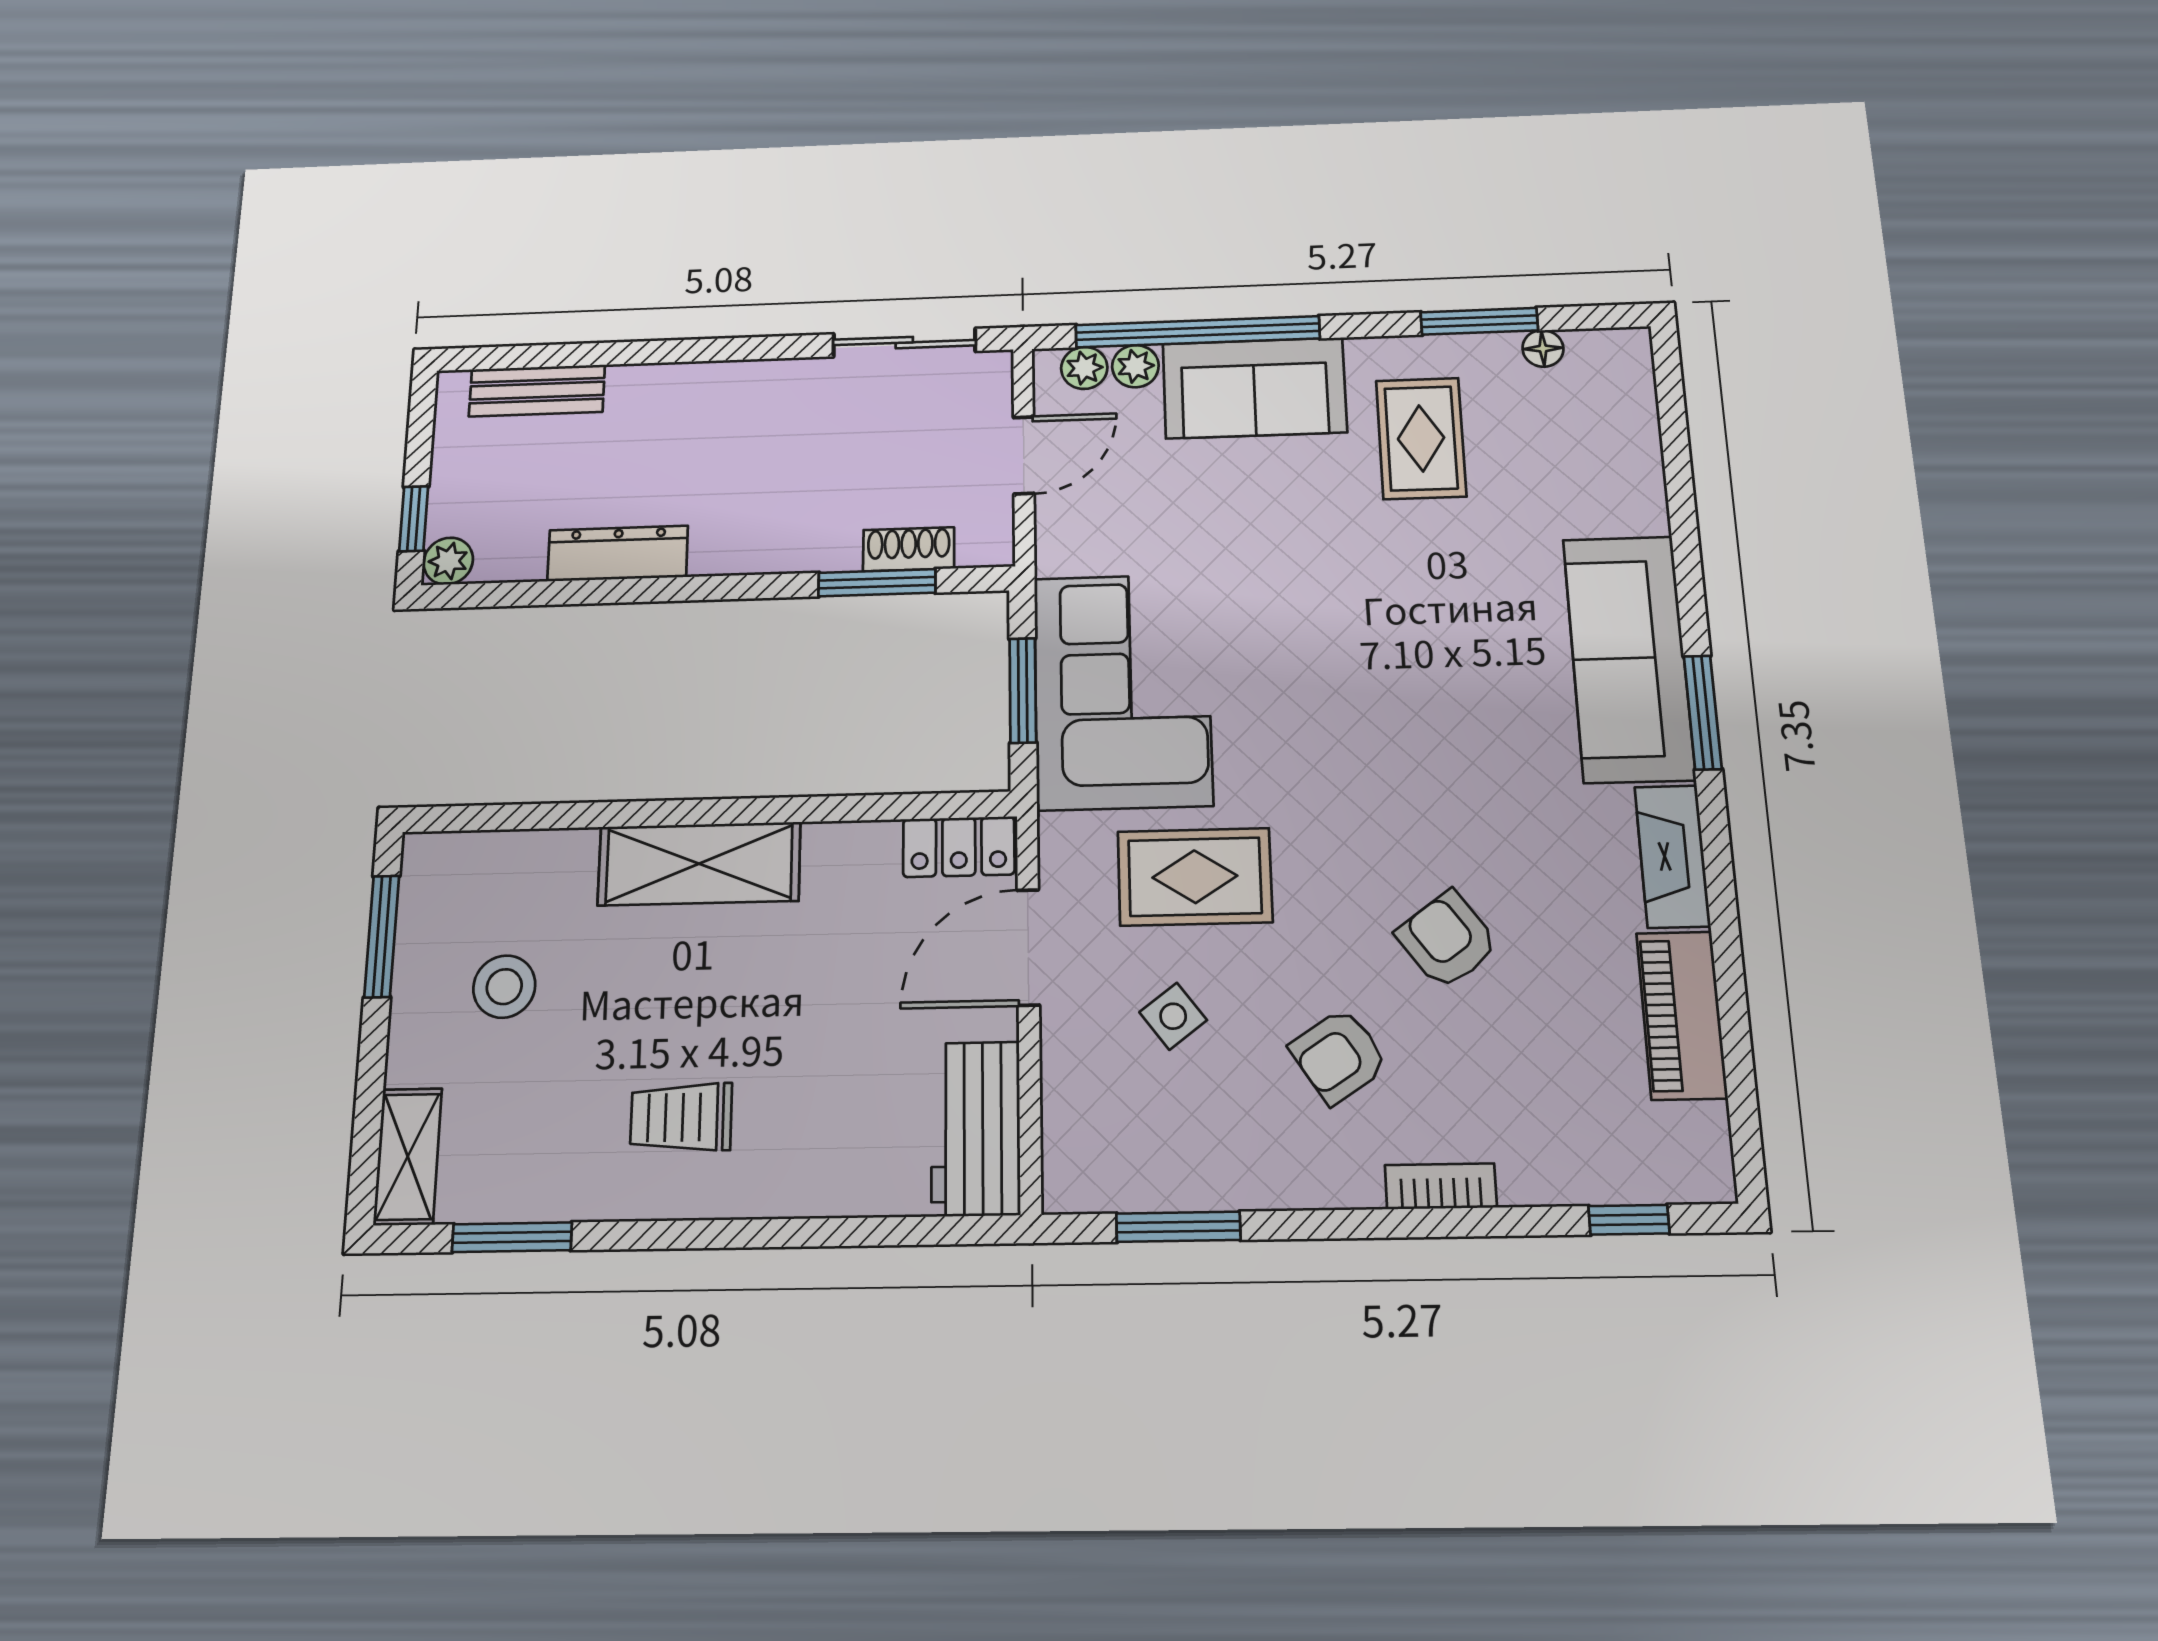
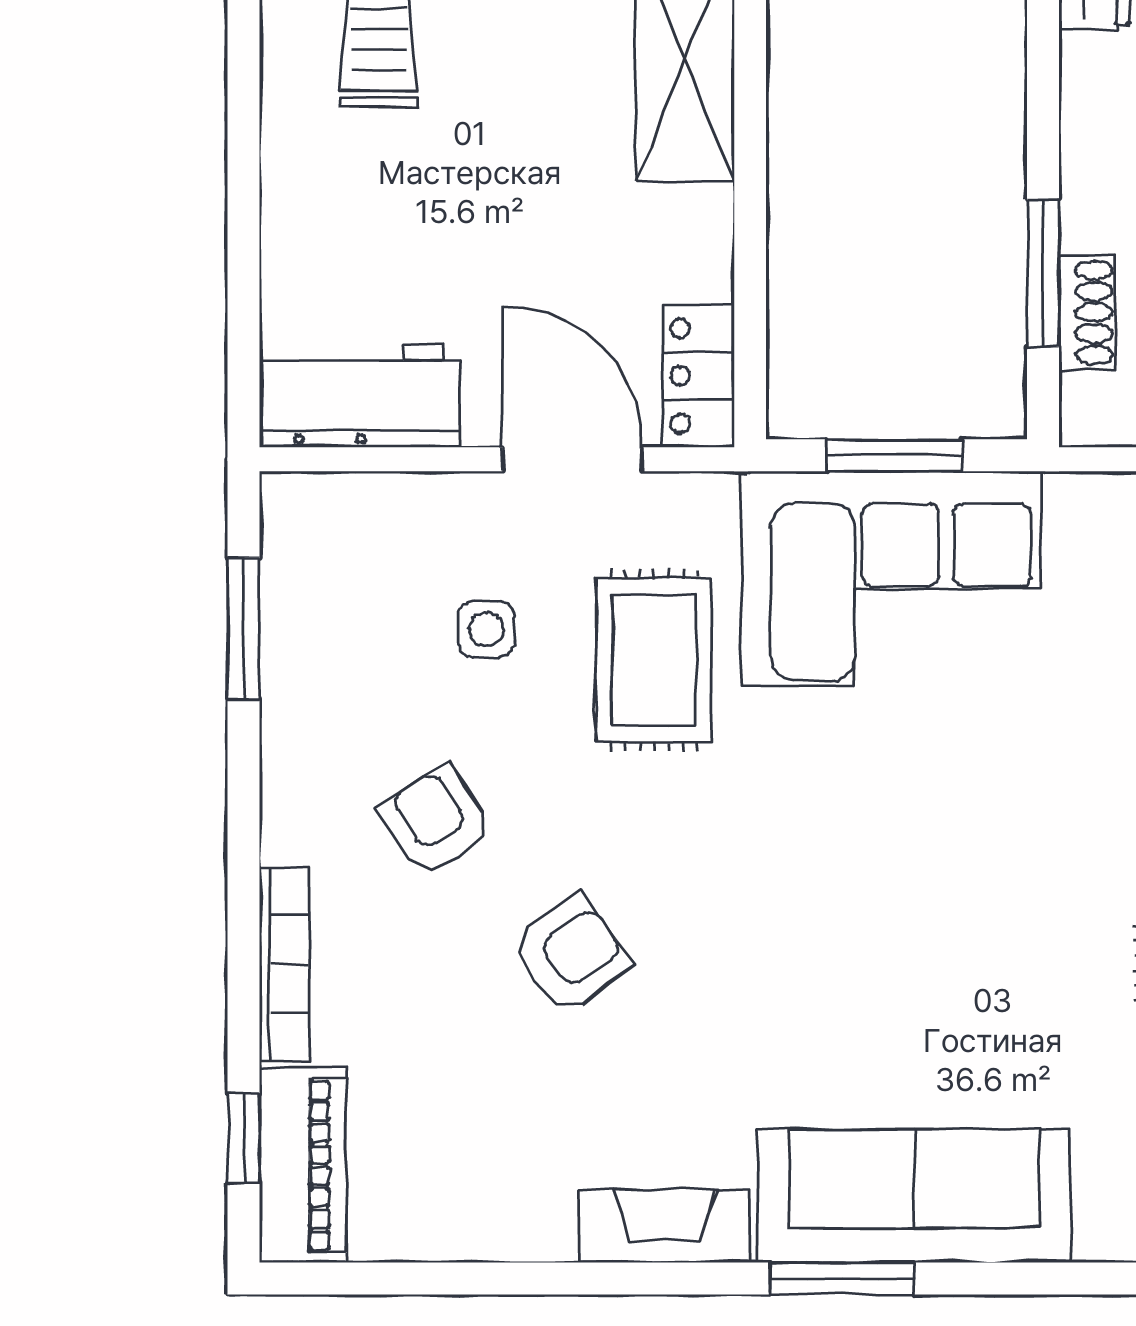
piano: (1682, 1015) -> (303, 1165), moved, turned 90
side table: (1173, 1016) -> (486, 629), turned 37
bookcase: (1441, 1186) -> (284, 964), width x1.56

